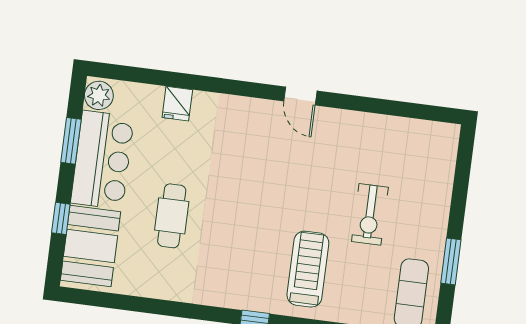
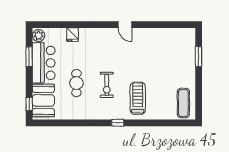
exercise bike: (370, 214) -> (107, 85), moved
window: (61, 218) -> (29, 104), moved
window: (451, 261) -> (199, 57), moved

